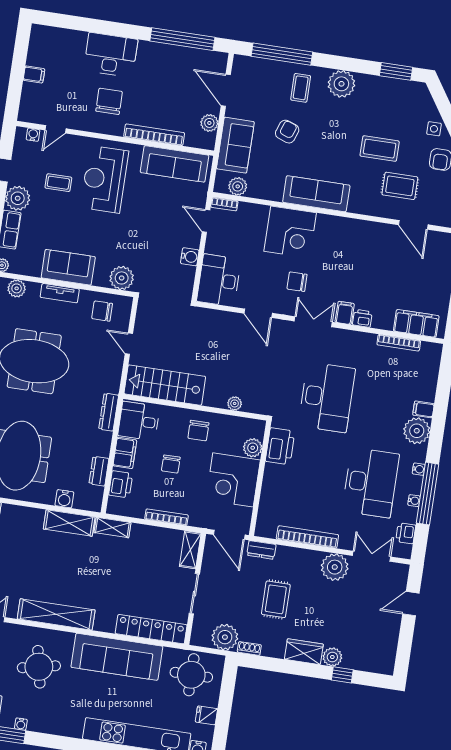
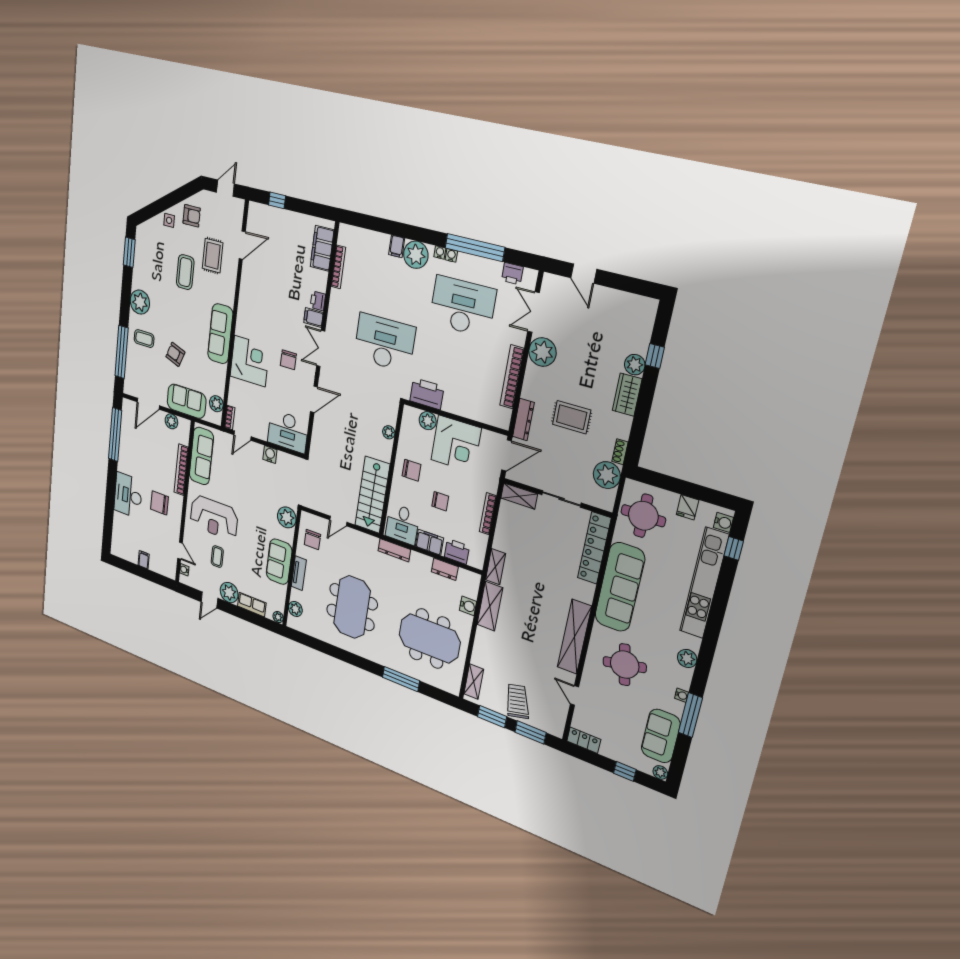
water cooler: (414, 501) -> (440, 252), moved
dresser: (261, 550) -> (523, 419), width x1.44
plant: (59, 726) -> (687, 658), added

